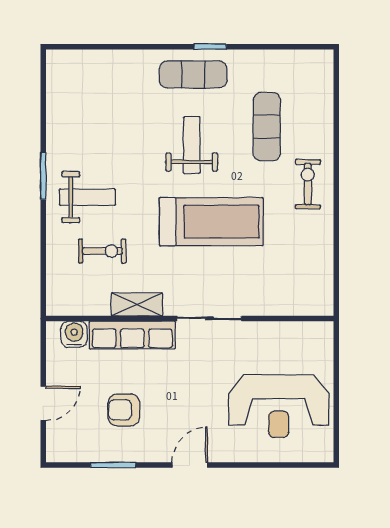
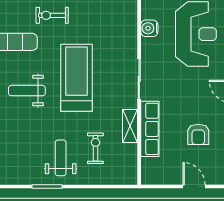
water cooler: (74, 334) -> (149, 28), moved

